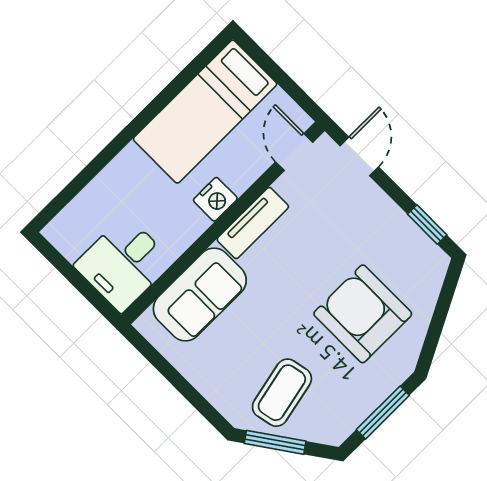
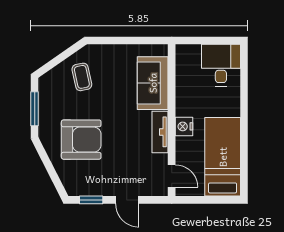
door: (359, 156) -> (127, 200), moved
desk: (123, 264) -> (221, 65), moved
coffee table: (282, 393) -> (82, 77), width x0.73, depth x0.77
window: (275, 442) -> (65, 55), removed

